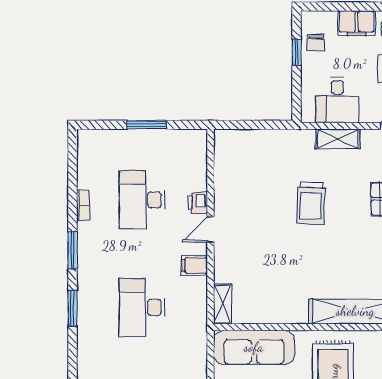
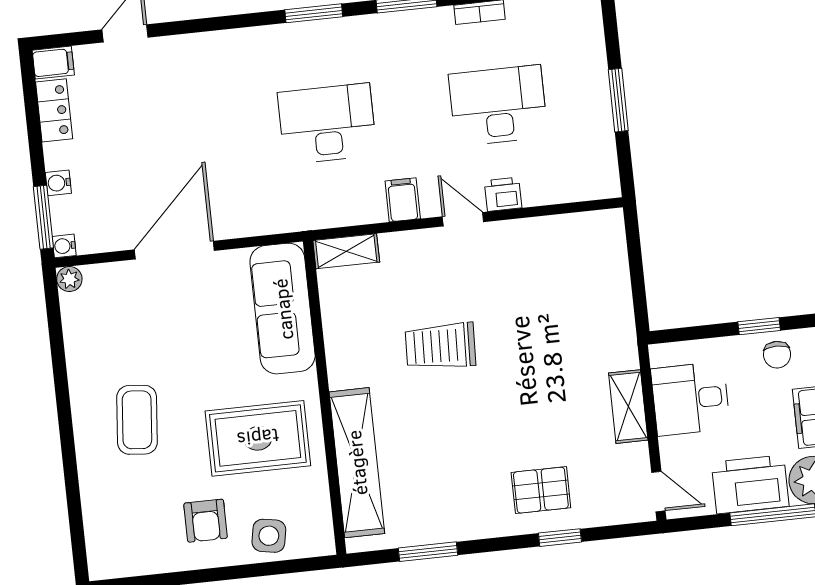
chair: (316, 43) -> (777, 355), turned -90
trolley: (311, 203) -> (440, 346), moved

